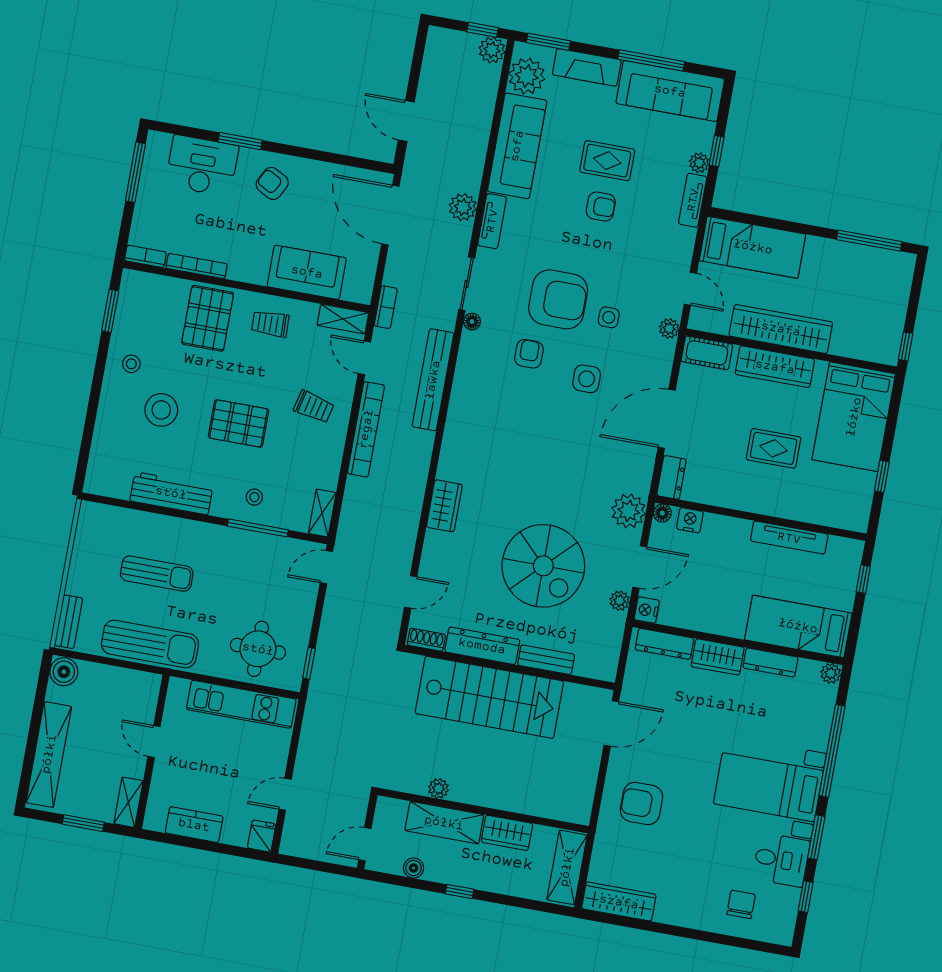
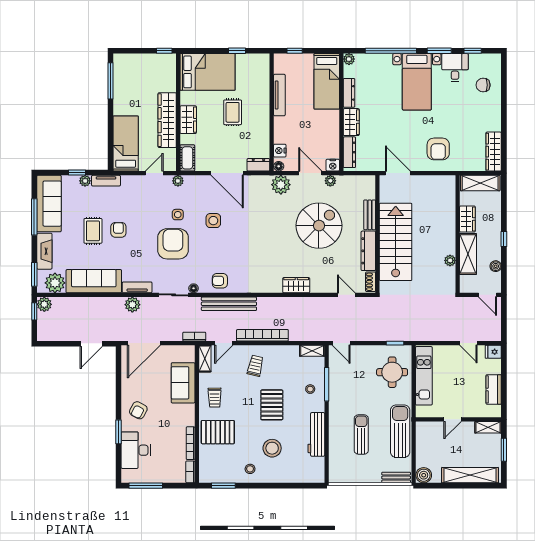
armchair: (529, 354) -> (220, 281), moved
wardrobe: (775, 367) -> (188, 120), width x0.67

